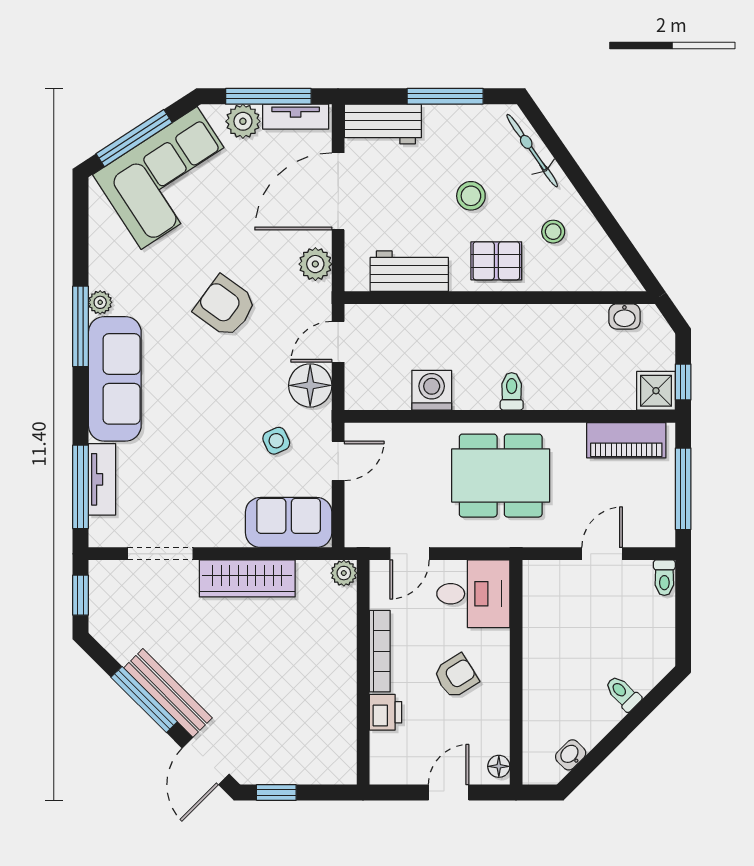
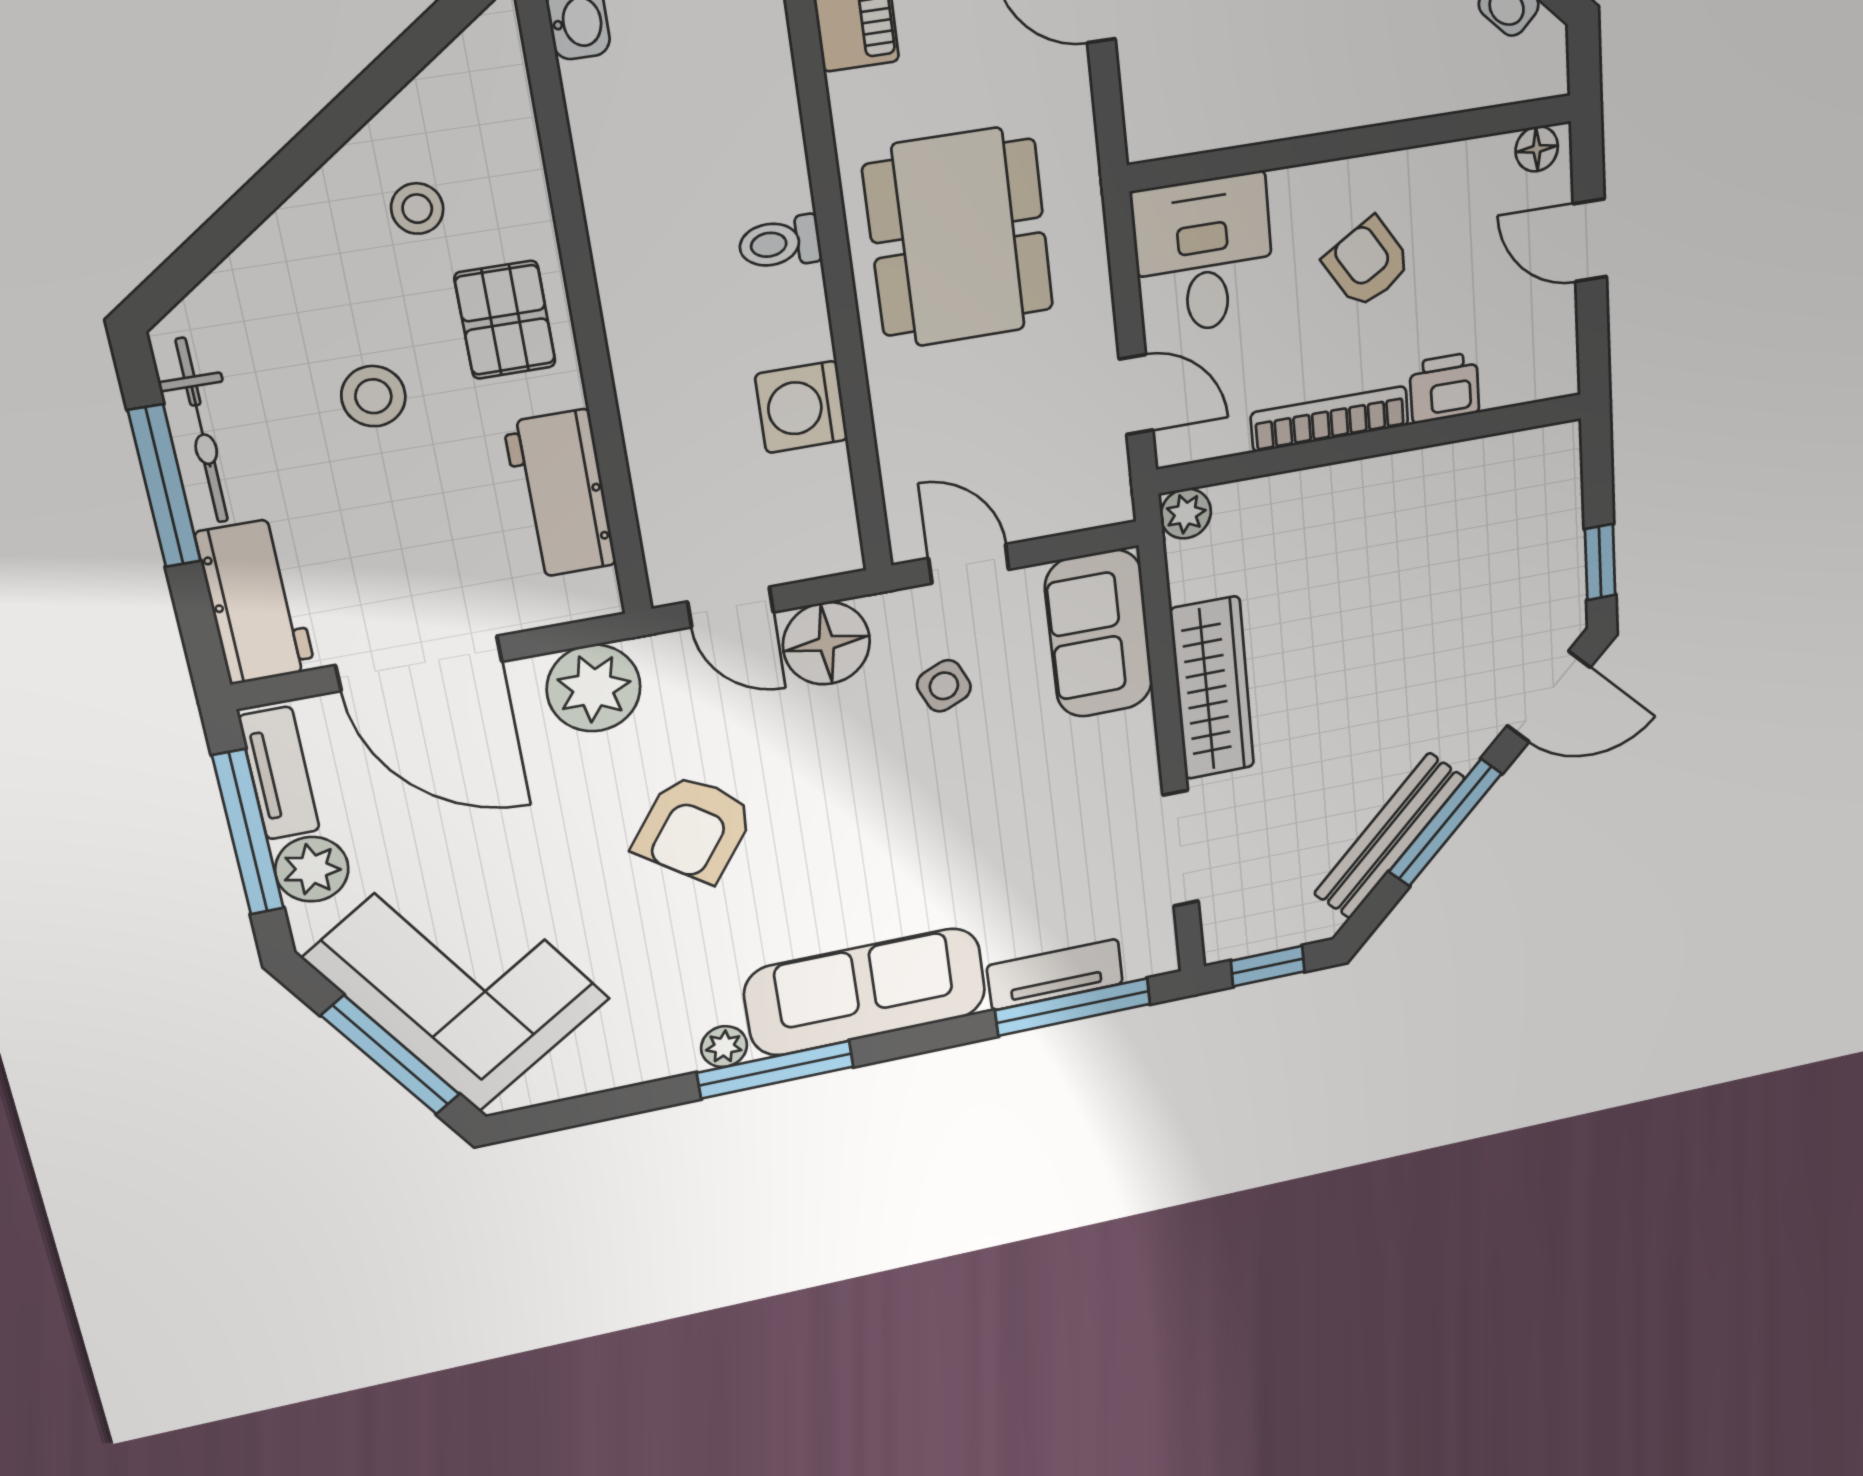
bicycle: (532, 151) -> (202, 431), moved, turned -55
plant: (315, 264) -> (594, 688), width x1.36, depth x1.36
bench: (168, 693) -> (1389, 836), moved

